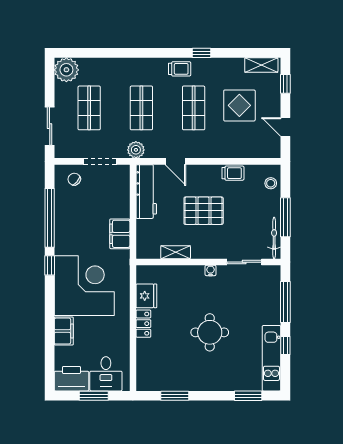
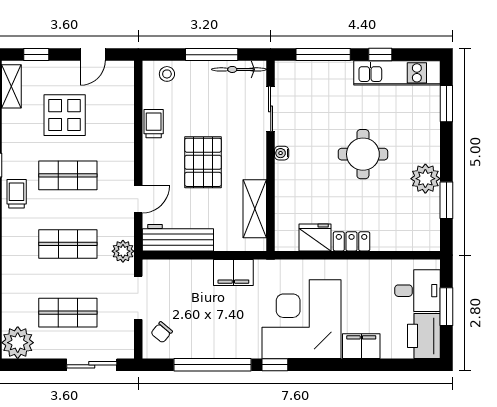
shelving: (176, 252) -> (255, 209), width x1.50, depth x1.33
plant: (191, 380) -> (425, 179), added

